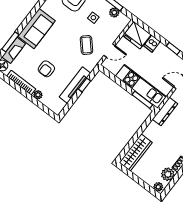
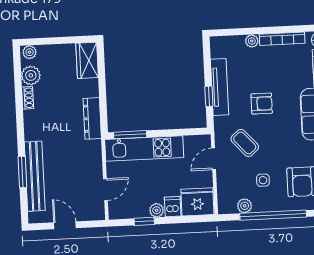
plant: (162, 49) -> (157, 210), added
armchair: (46, 69) -> (262, 104), moved, turned 90
dresser: (165, 112) -> (92, 118), moved
wardrobe: (136, 152) -> (87, 60), width x0.67

